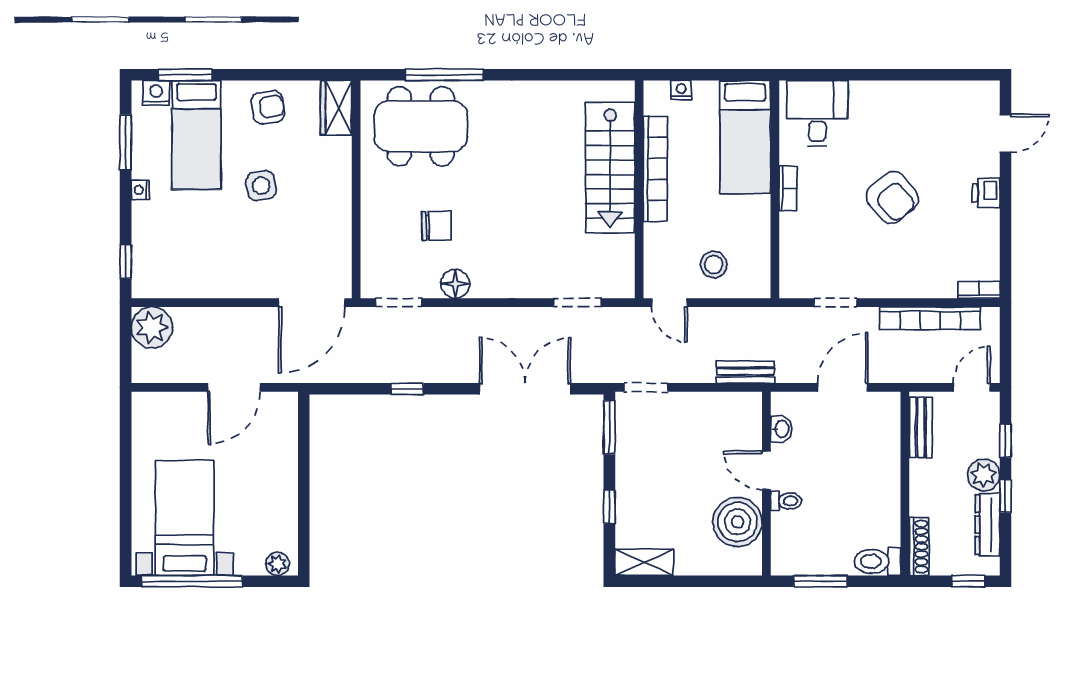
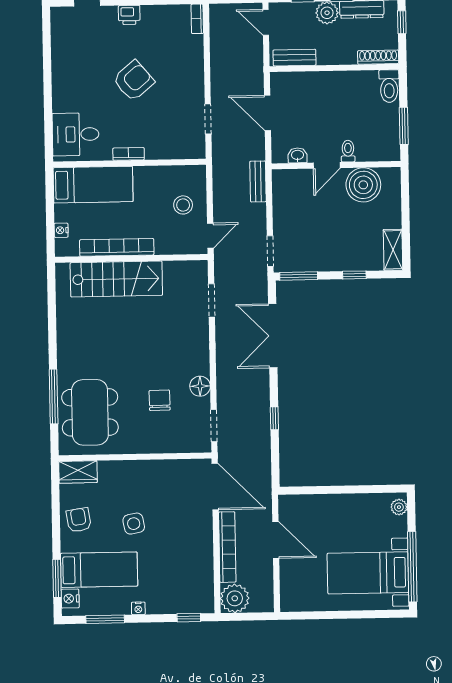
bookcase: (930, 318) -> (227, 547), moved

